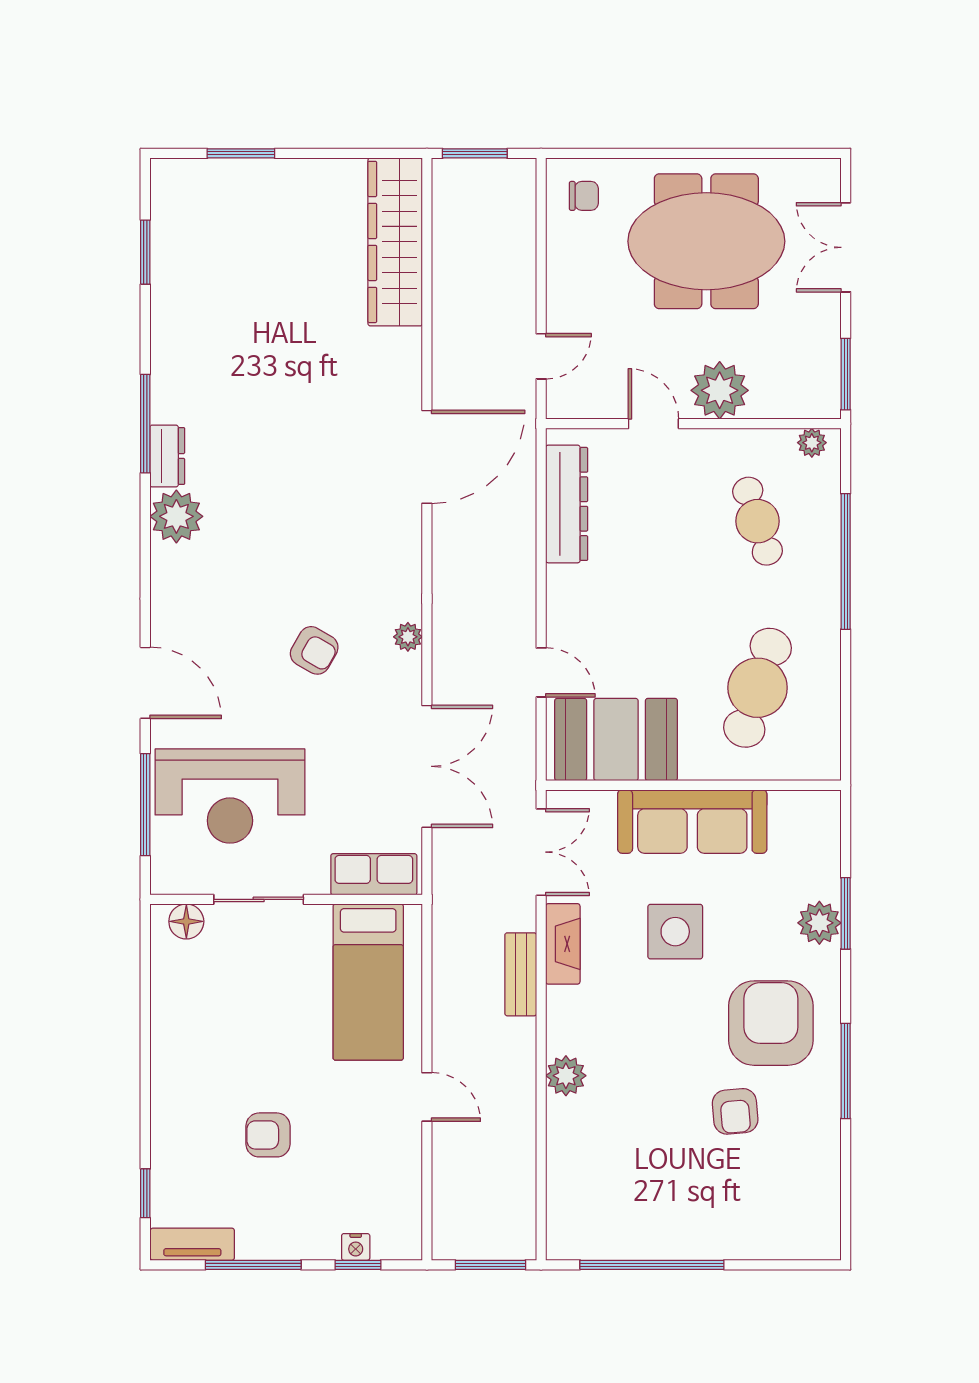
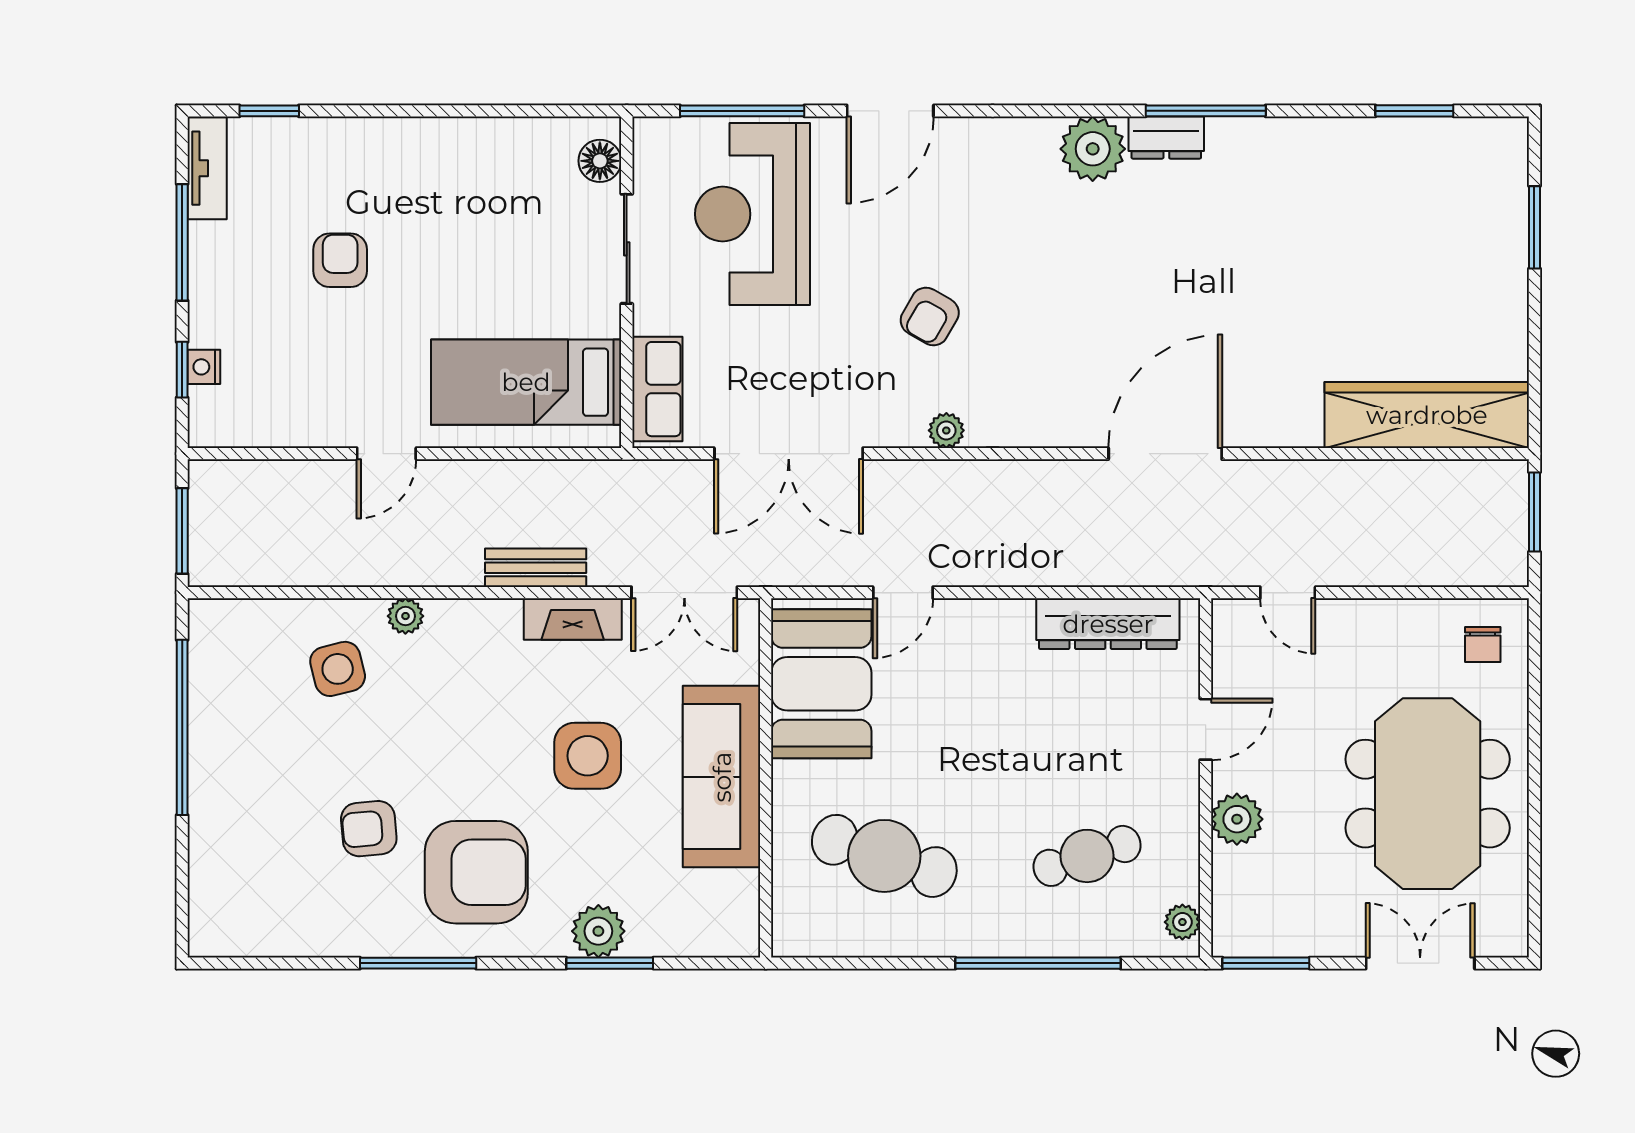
plant: (720, 390) -> (1237, 819), width x0.73, depth x0.73
door: (427, 457) -> (1165, 454), swing flipped
plant: (566, 1076) -> (405, 616), width x0.73, depth x0.73
side table: (604, 1137) -> (338, 669), added

